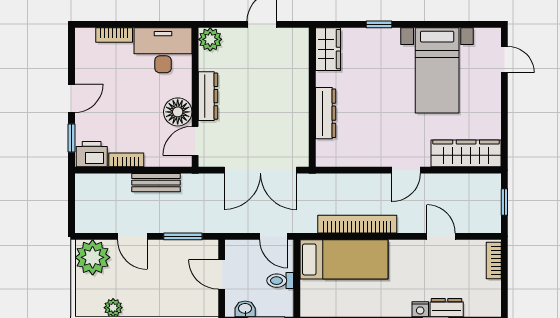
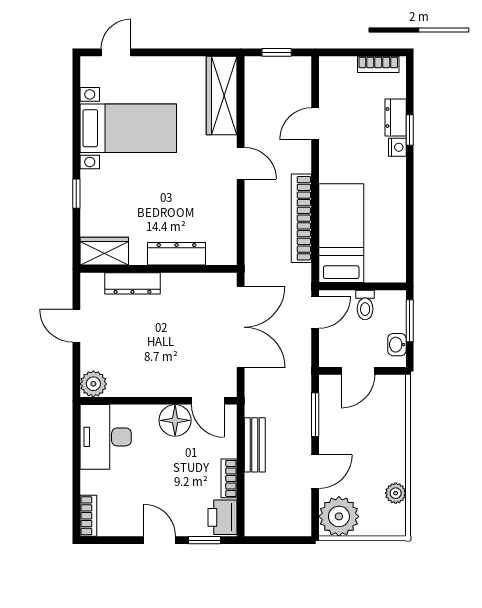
bookcase: (114, 35) -> (88, 516), moved
dresser: (208, 96) -> (132, 283), moved, turned 180
bookcase: (494, 260) -> (378, 64), moved

